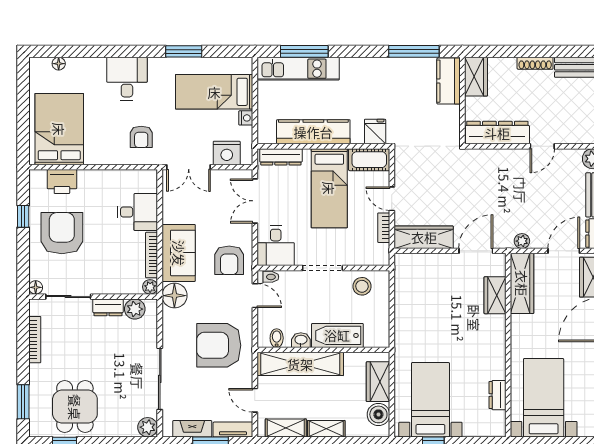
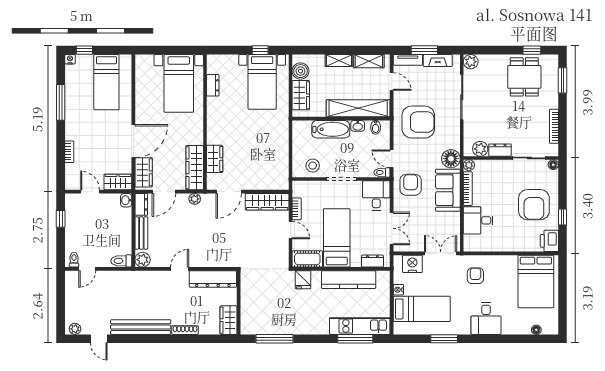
kitchen counter: (449, 81) -> (249, 317), removed
dresser: (281, 157) -> (372, 261), width x0.70
printer: (62, 182) -> (549, 241), moved, turned -90

